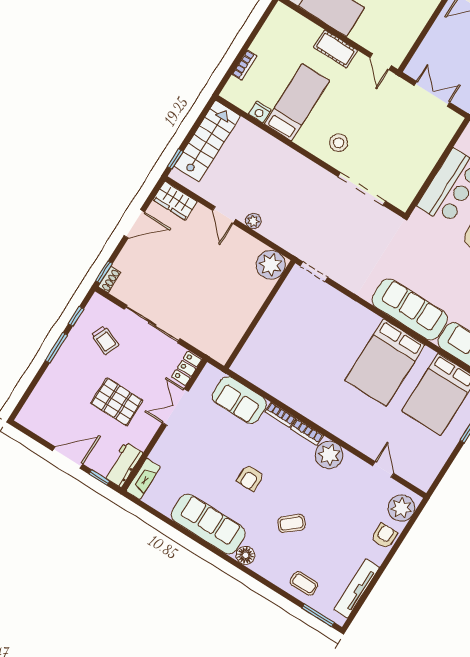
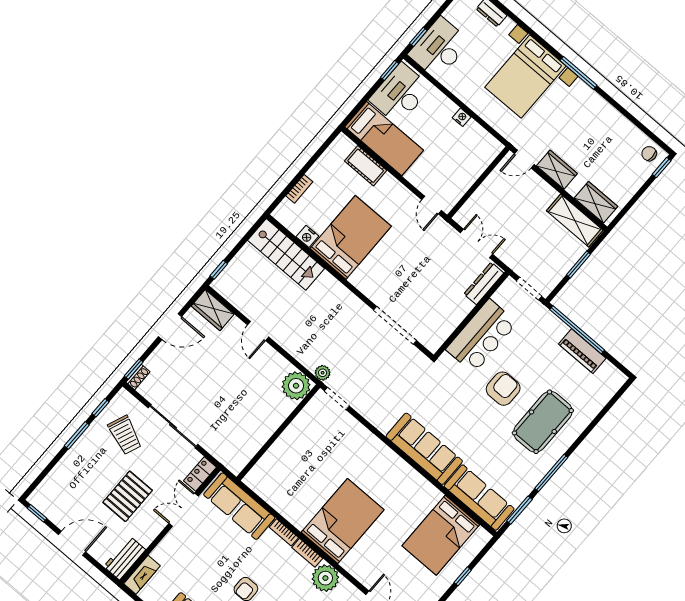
cot: (335, 49) -> (366, 166), moved
bed: (297, 102) -> (351, 237), width x1.50
dresser: (445, 133) -> (484, 283), added
stairs: (207, 141) -> (286, 254), moved, turned 90
stool: (339, 143) -> (379, 277), removed
plant: (253, 221) -> (323, 373), moved
trolley: (105, 340) -> (125, 435), width x1.36, depth x1.39
bed: (385, 363) -> (343, 521), moved, turned 180
sofa: (239, 400) -> (239, 506), width x1.36
pallet: (117, 402) -> (128, 496), turned 90
window: (99, 477) -> (37, 513), moved

